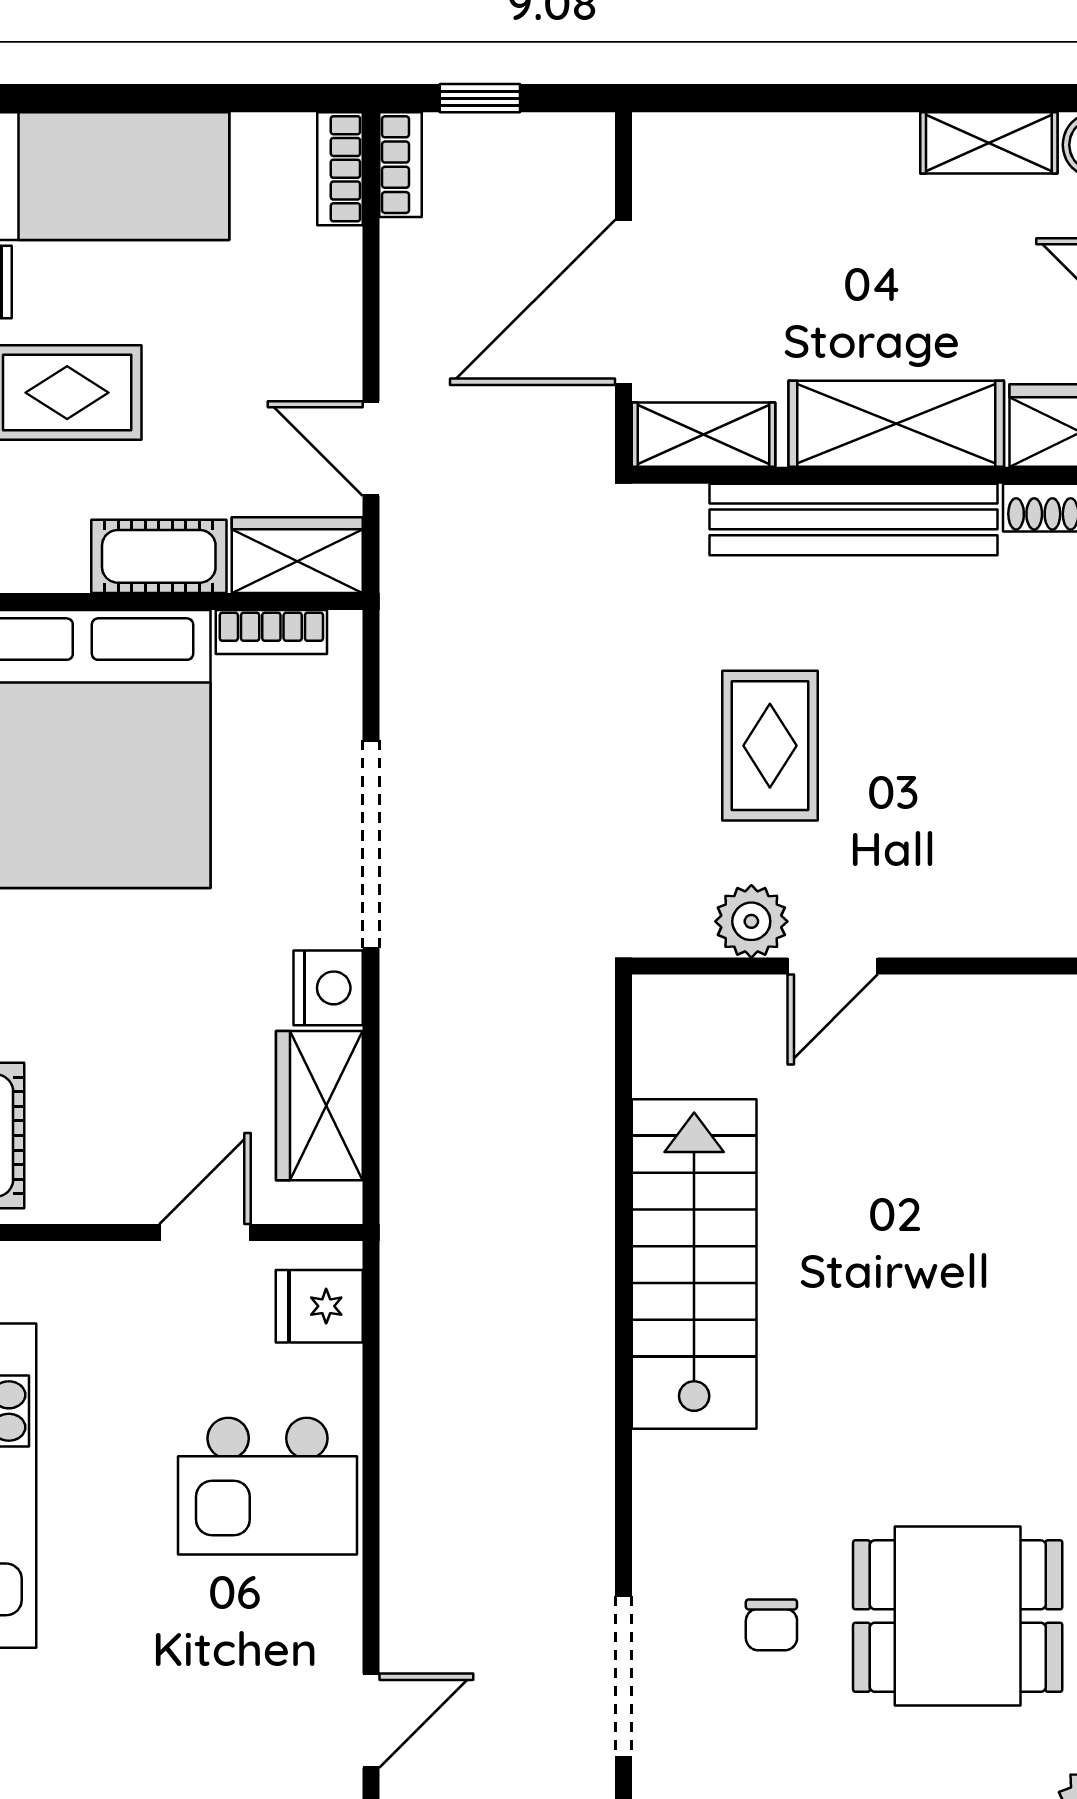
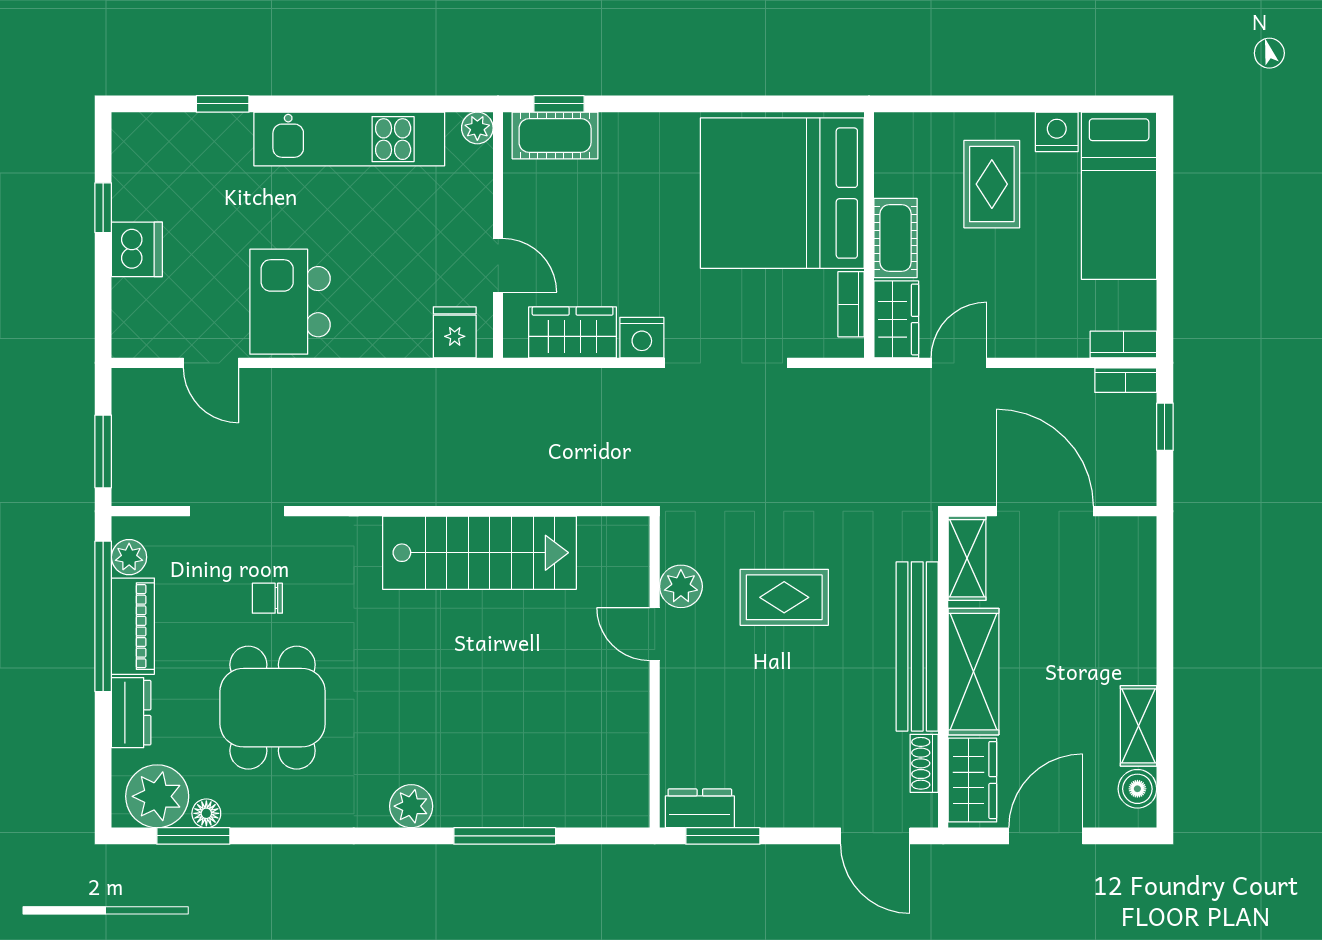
kitchen island: (268, 1486) -> (290, 302), moved

